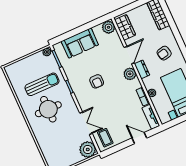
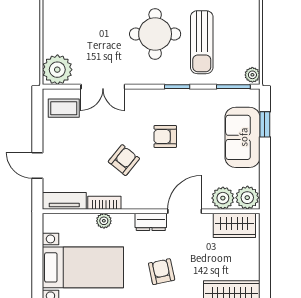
window: (68, 35) -> (265, 124), added
door: (129, 55) -> (185, 211), swing flipped
plant: (130, 74) -> (223, 198), moved
armchair: (117, 96) -> (124, 160), added
door: (139, 138) -> (37, 166), swing flipped

